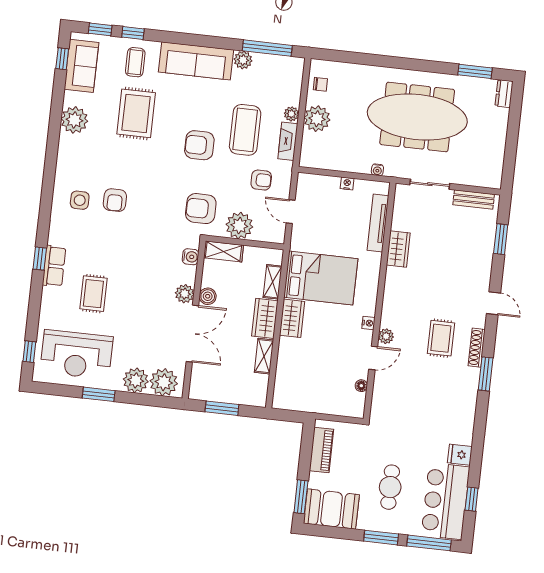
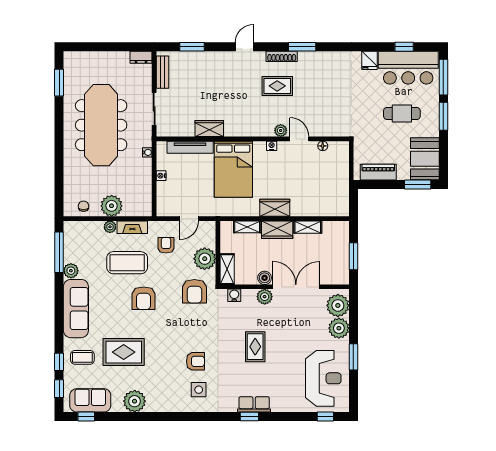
dresser: (504, 94) -> (141, 57), moved
bed: (321, 278) -> (233, 169), moved, turned 180
rug: (93, 294) -> (255, 347), moved, turned 90

